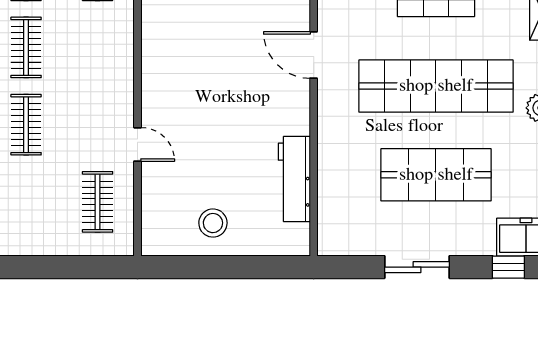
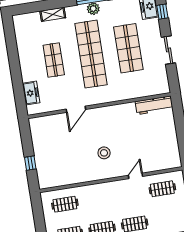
door: (314, 55) -> (76, 109), moved
workbench: (294, 179) -> (154, 105), moved
stool: (213, 223) -> (104, 153), moved

